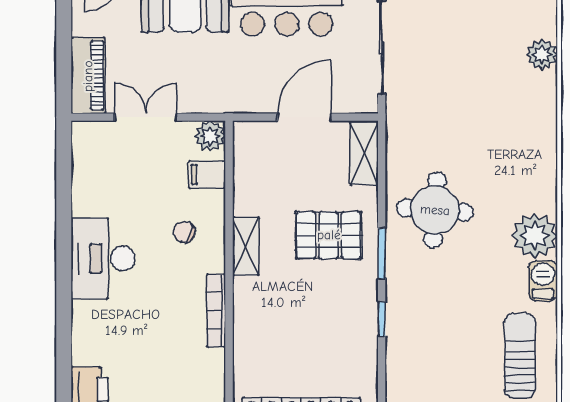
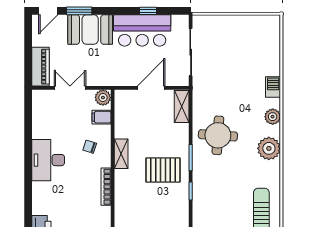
plant: (542, 54) -> (273, 117), moved
pallet: (329, 235) -> (163, 170), moved
barbecue: (543, 281) -> (273, 87), moved

